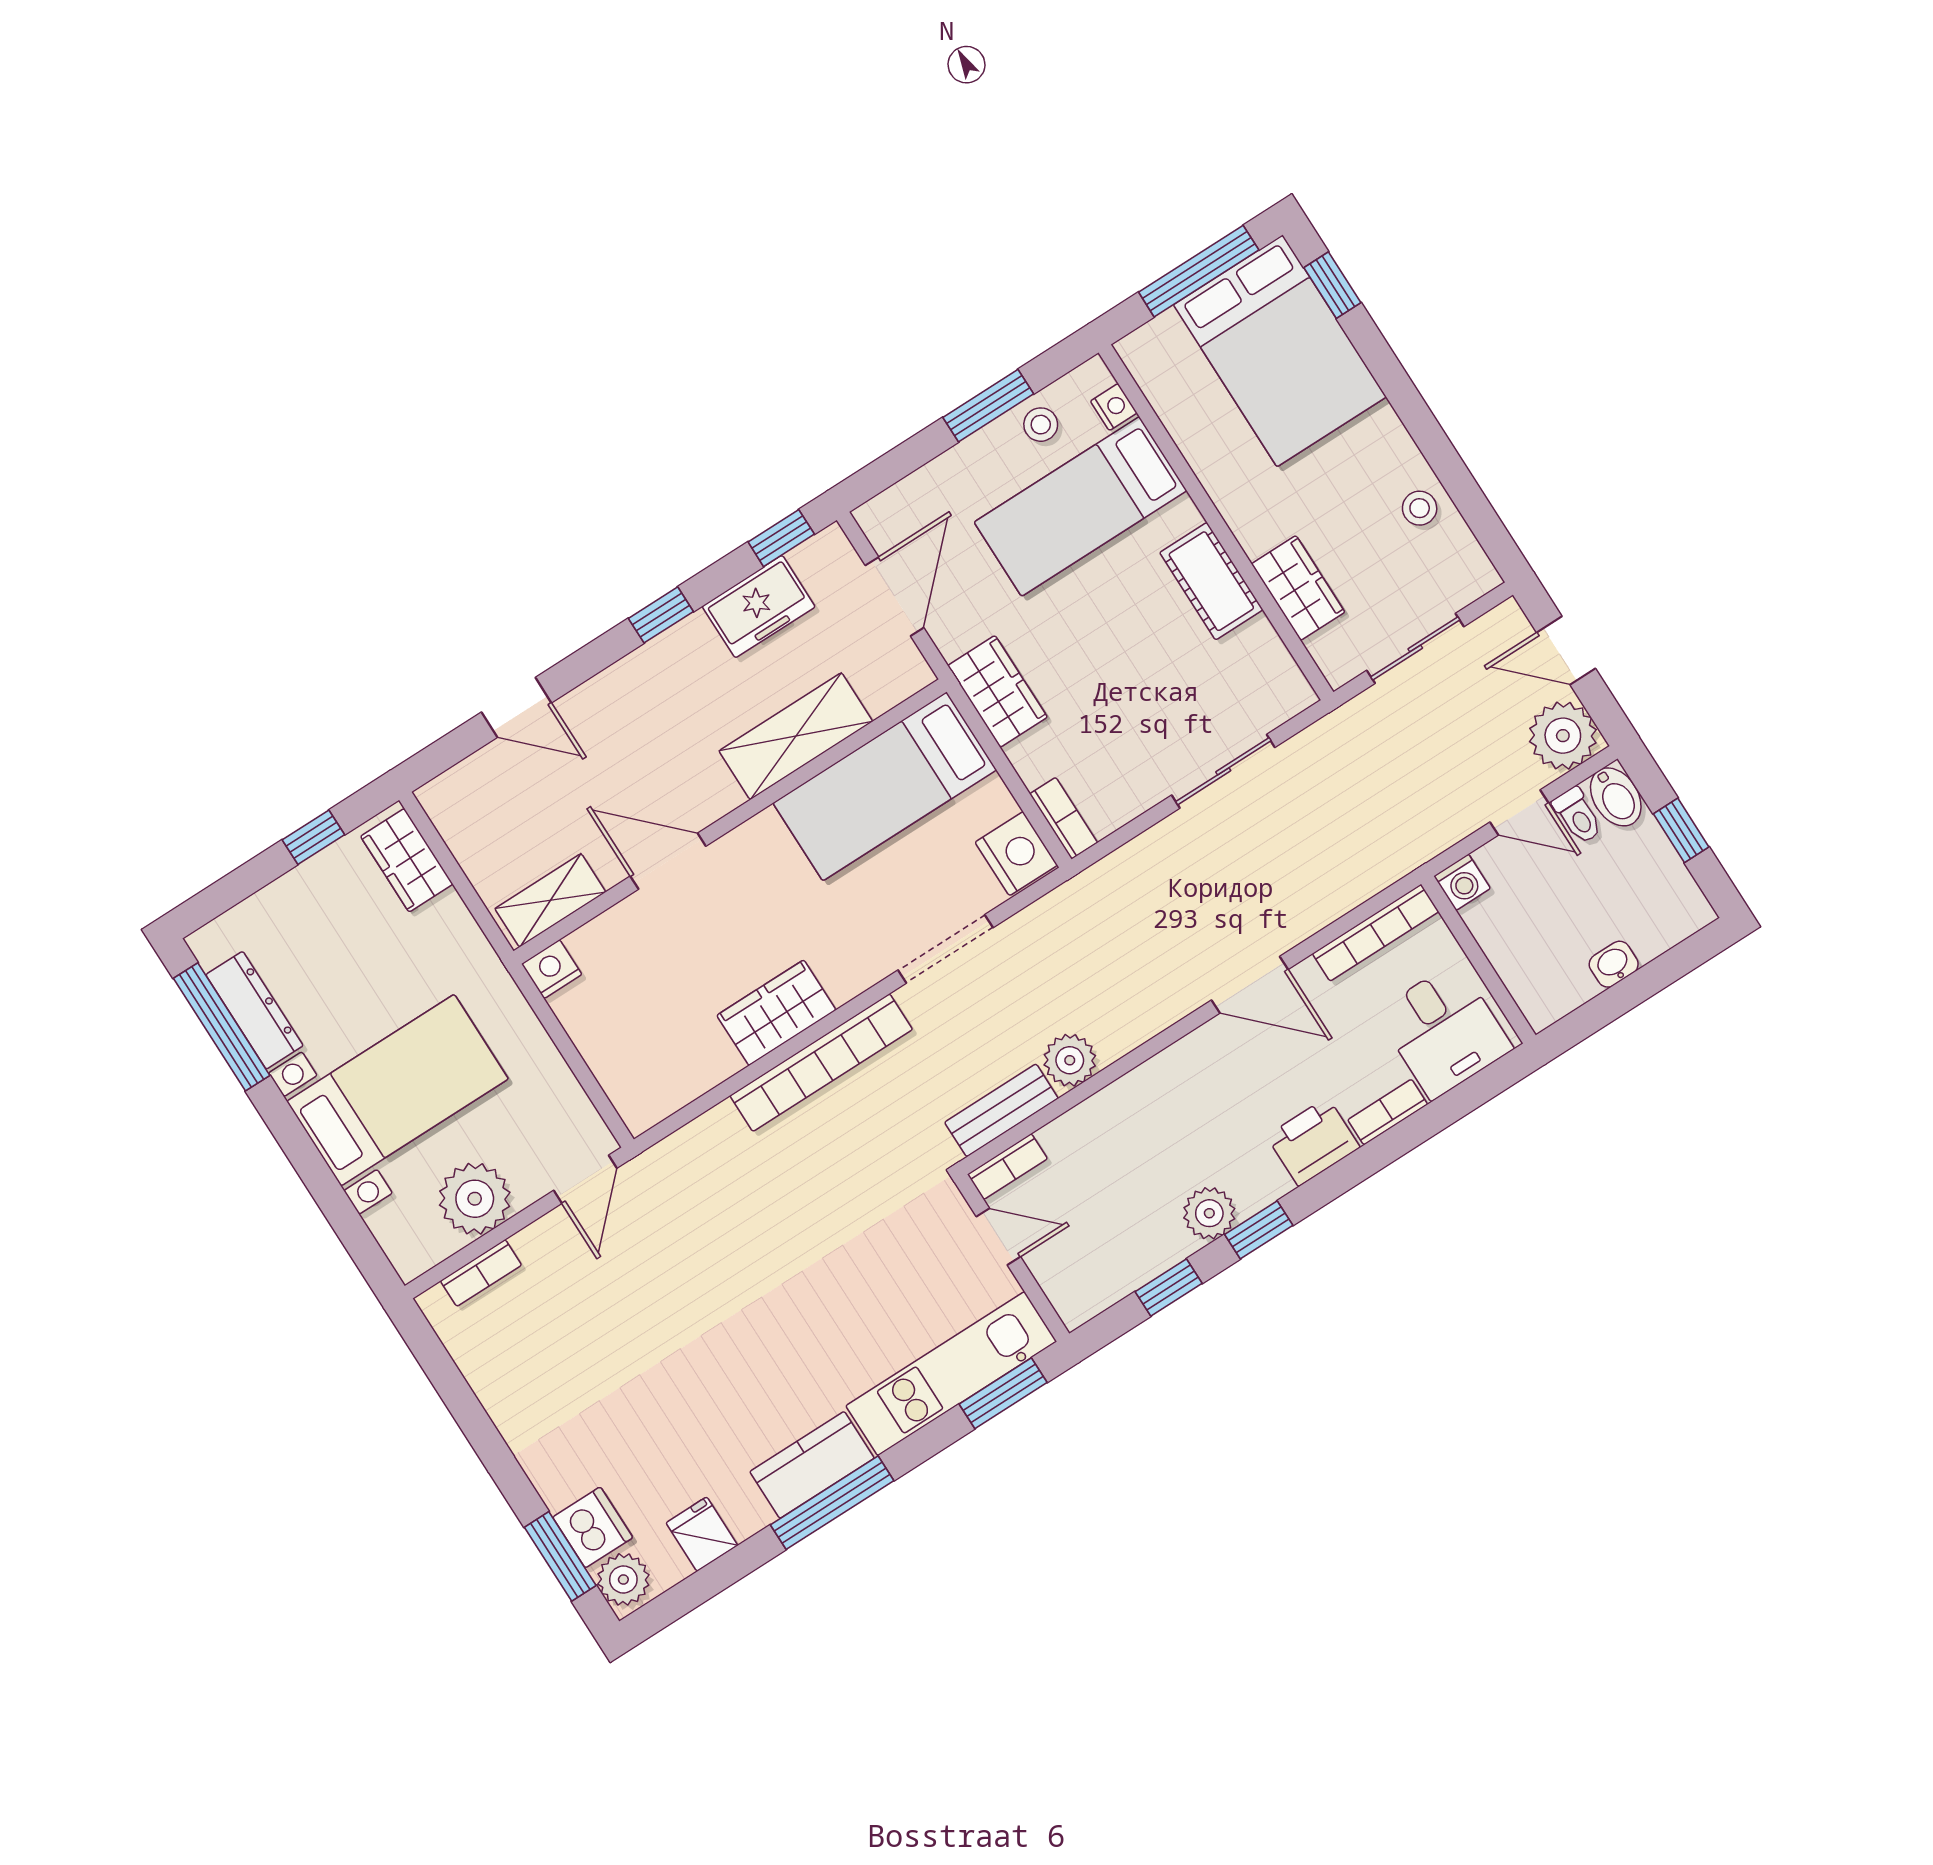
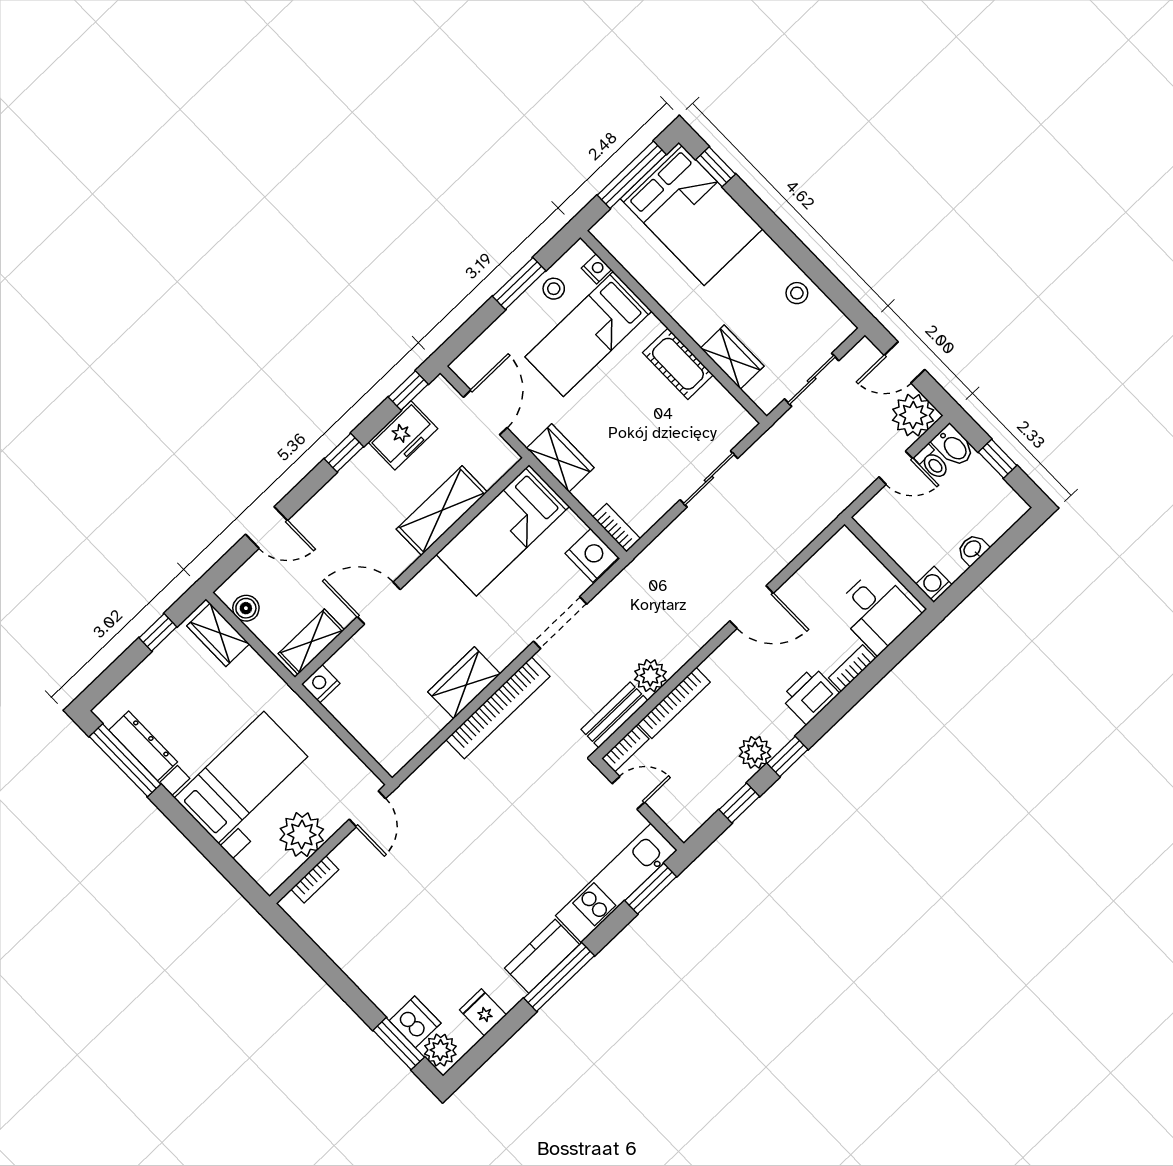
boiler: (459, 827) -> (246, 608), added
washing machine: (1462, 882) -> (934, 584), moved, turned 180
bookcase: (1376, 933) -> (674, 703), moved

